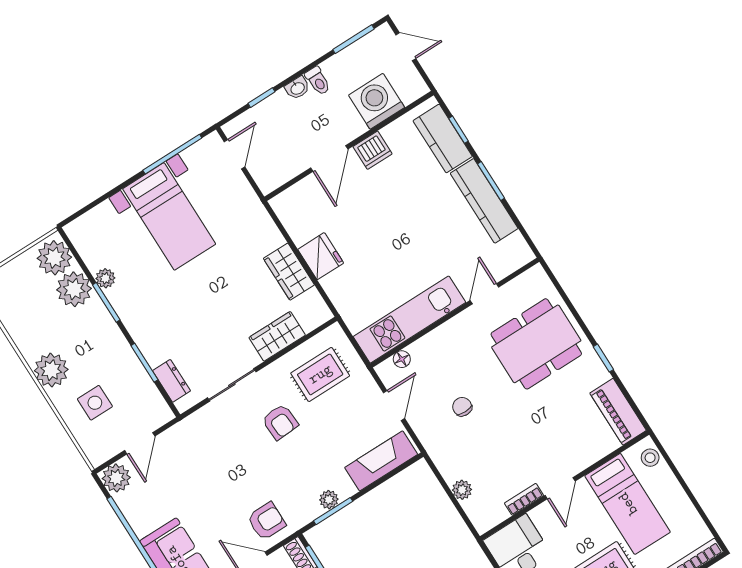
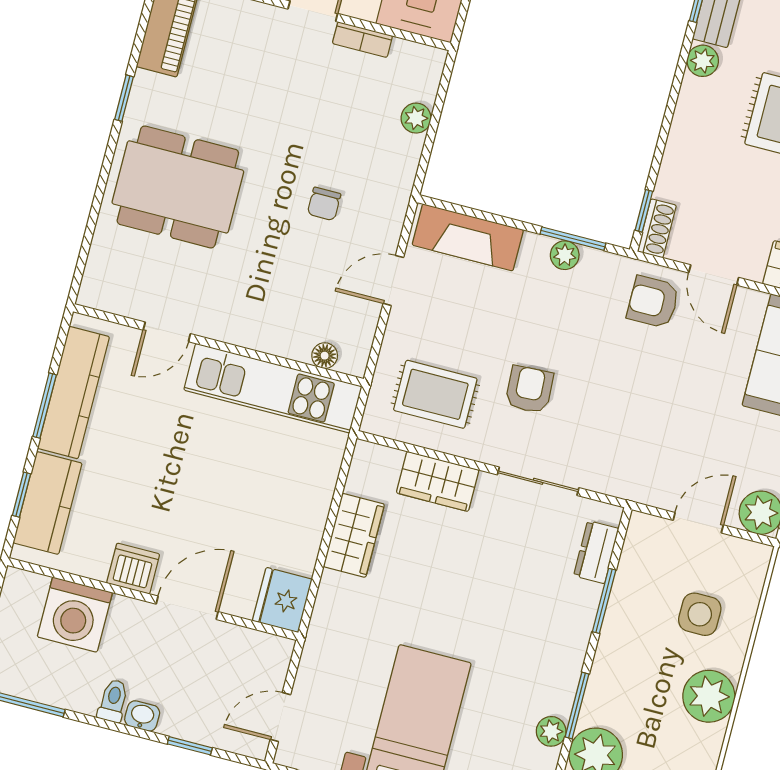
fridge: (321, 256) -> (282, 600), moved
door: (484, 294) -> (167, 332), moved
wall: (455, 313) -> (218, 345), moved
kitchen unit: (409, 320) -> (273, 388), moved
floor lamp: (402, 359) -> (325, 356), moved

